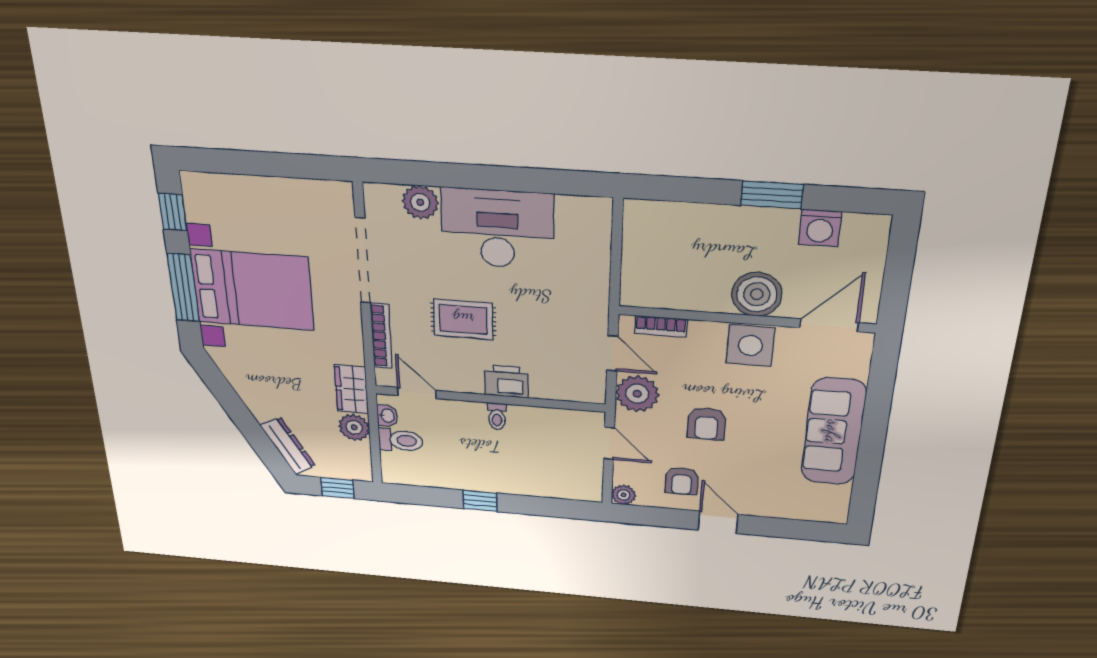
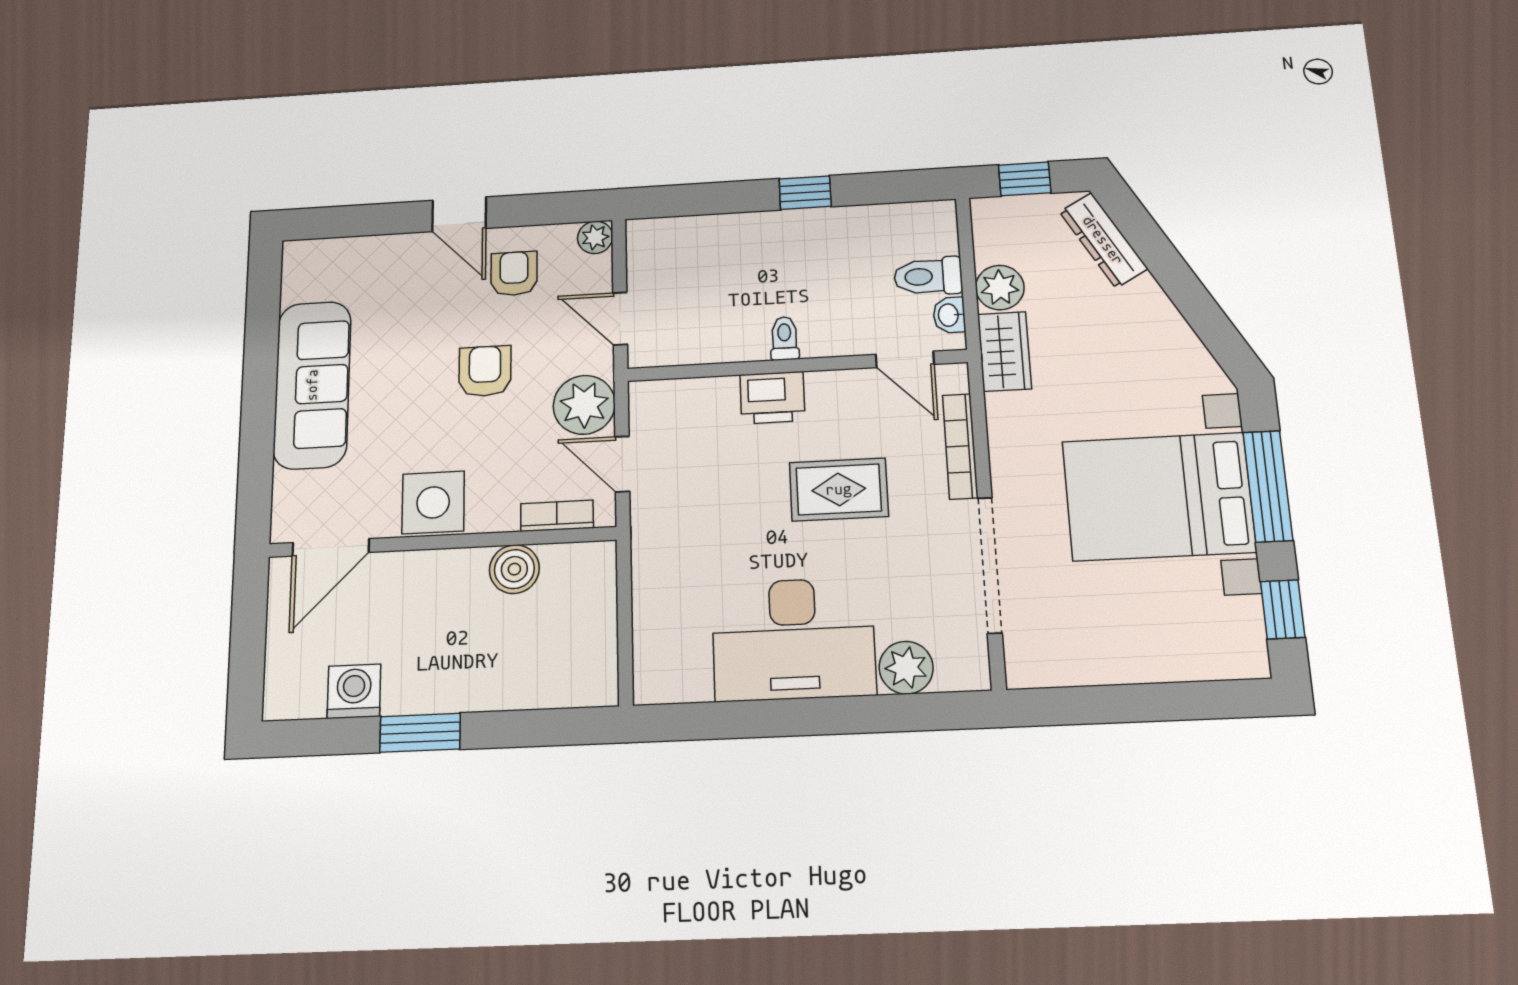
boiler: (757, 294) -> (514, 569), moved, width x0.73, depth x0.73

